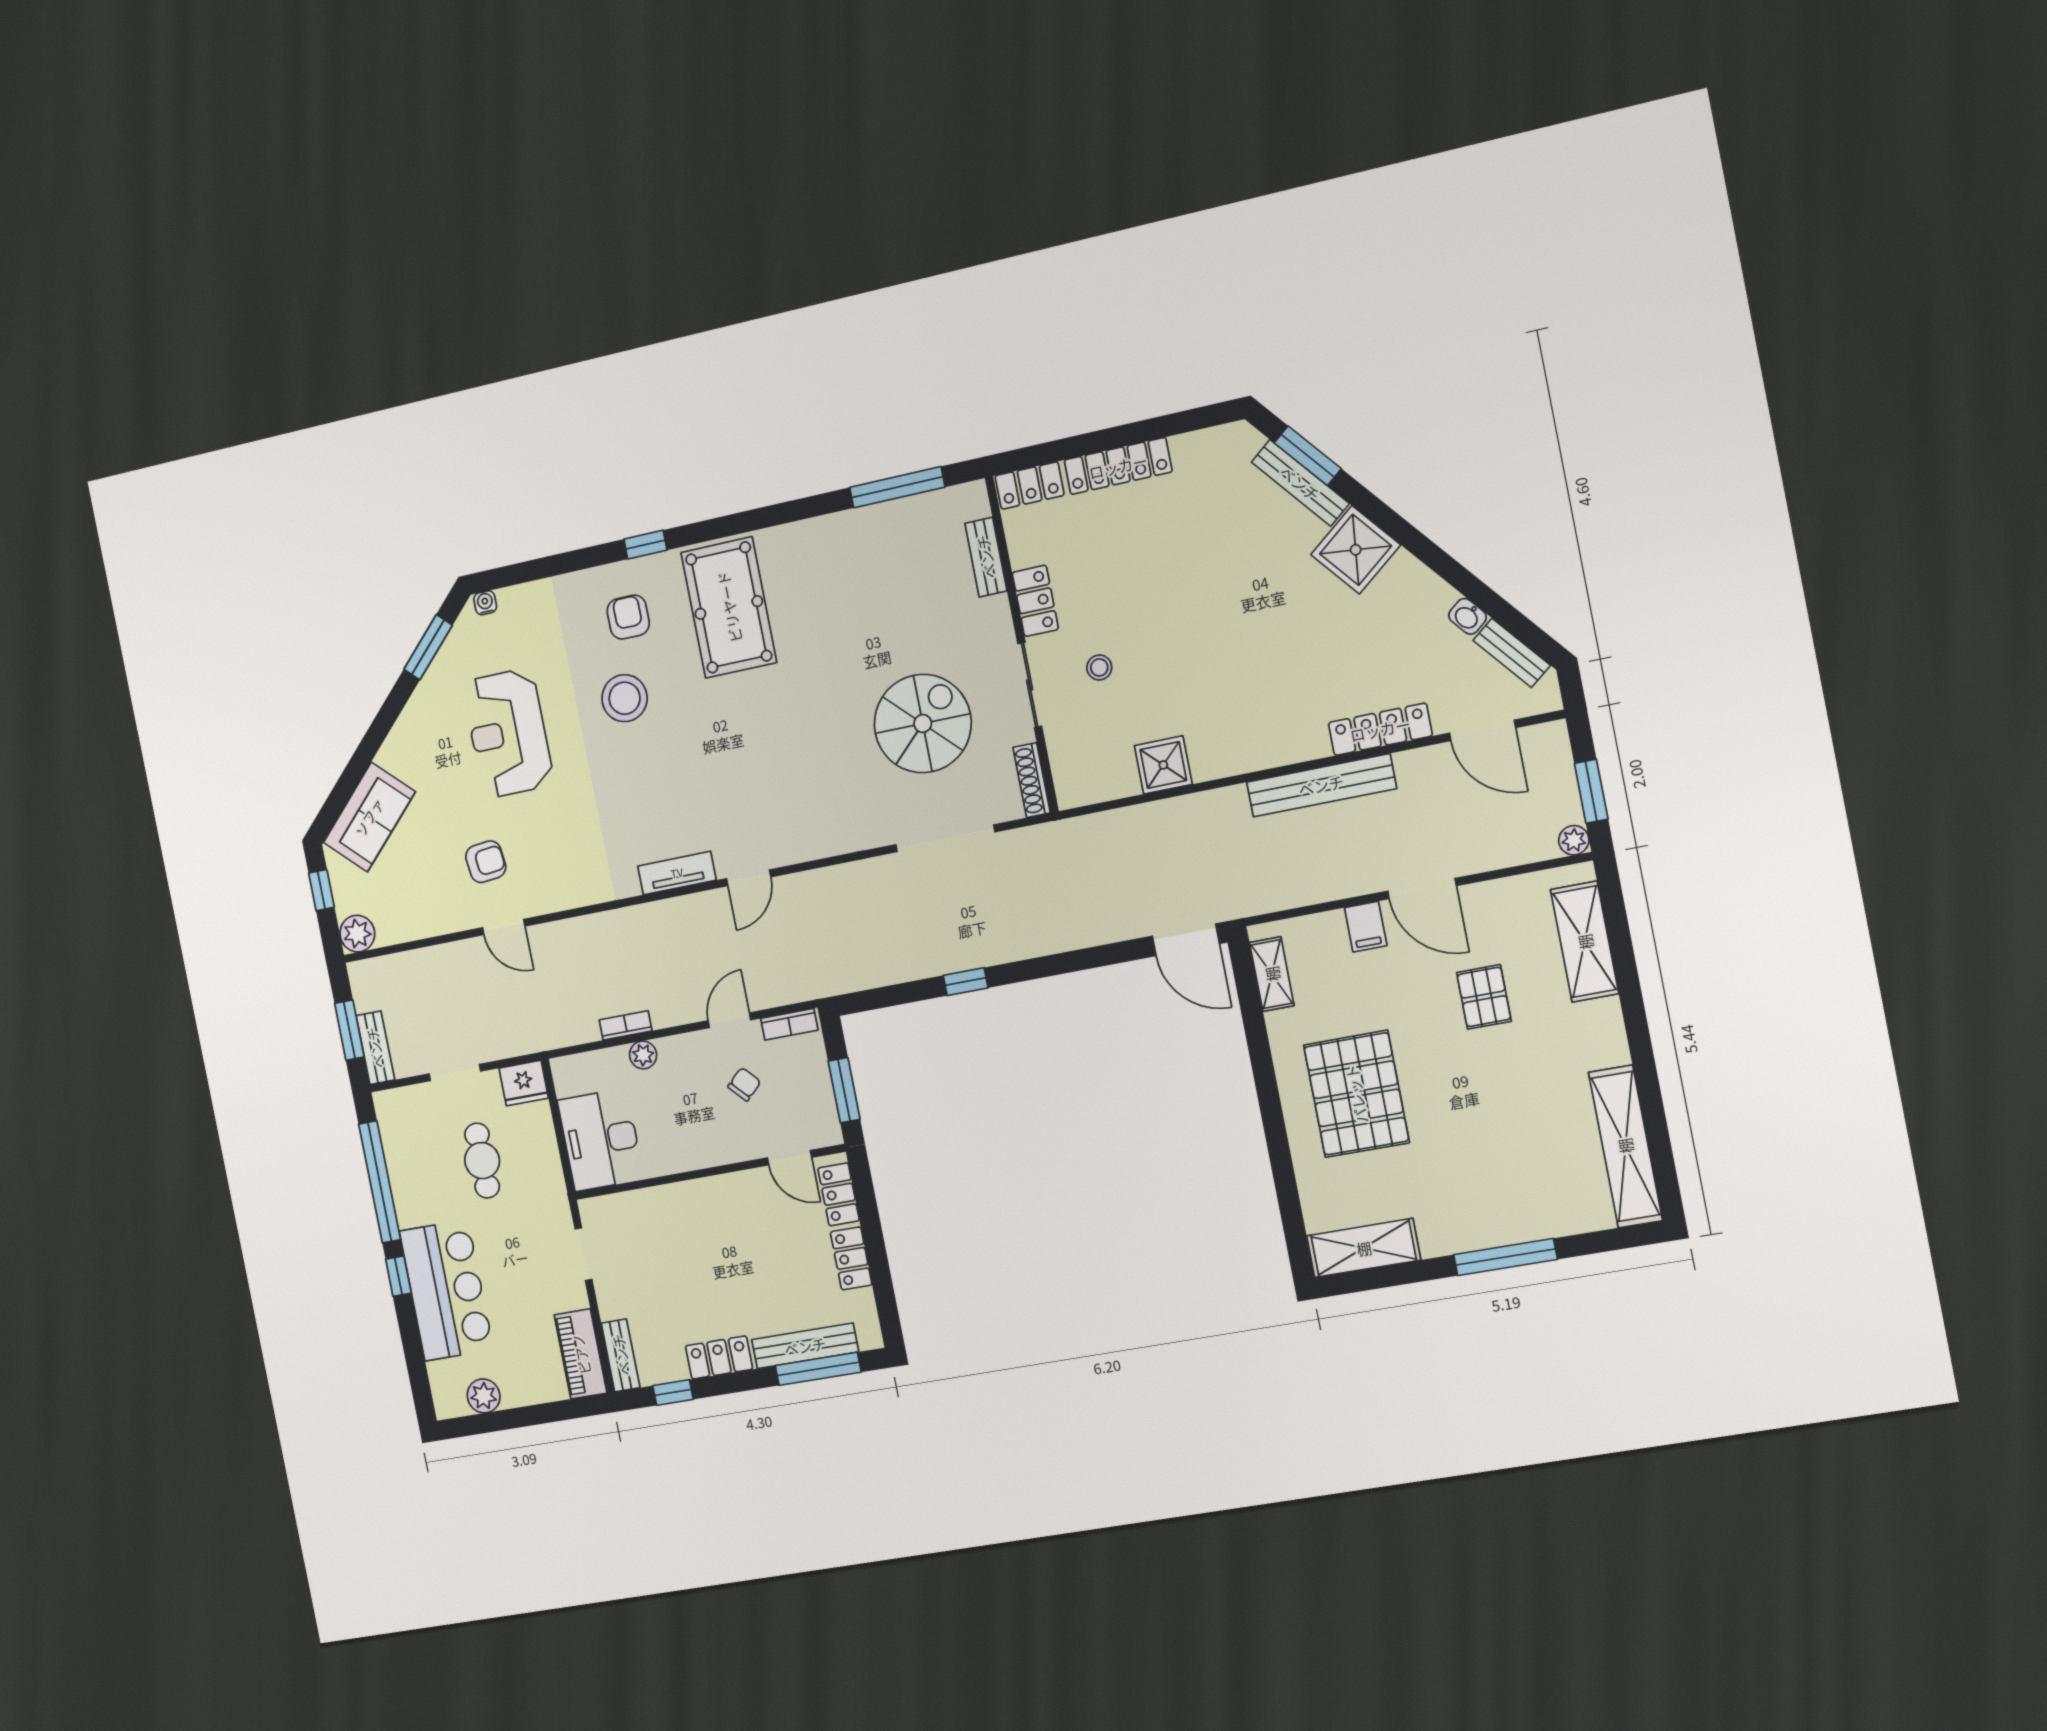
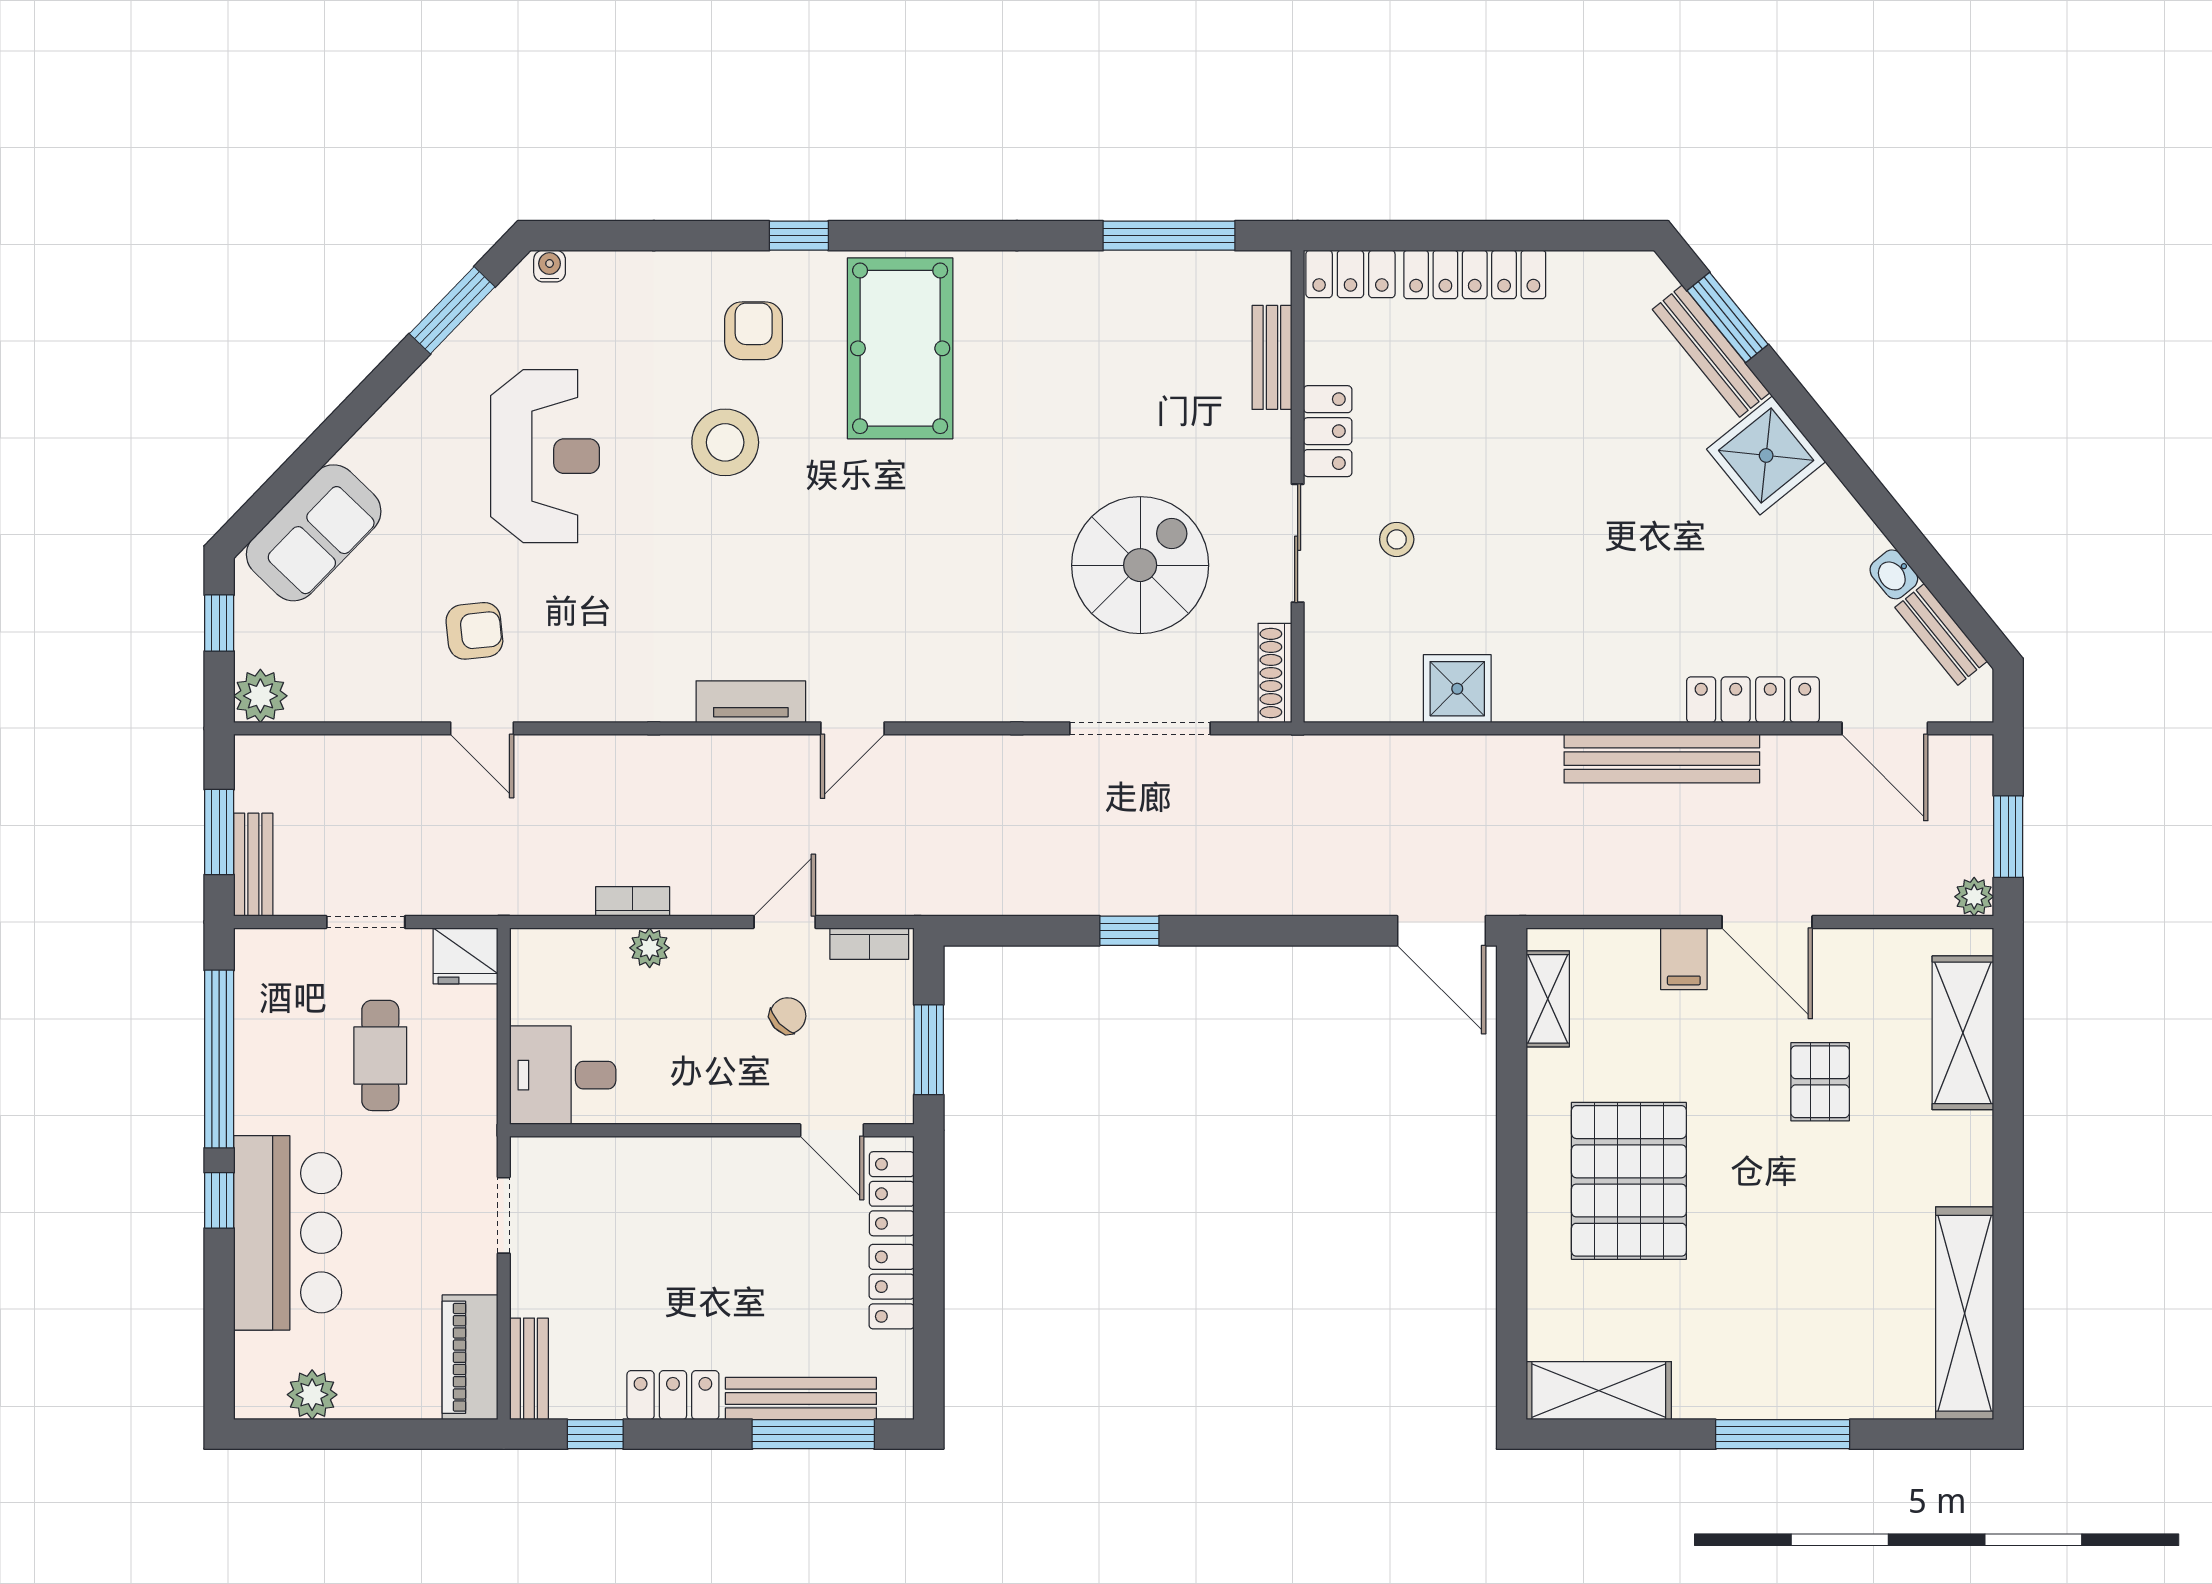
reception desk: (508, 733) -> (545, 456), turned 180
desk: (601, 1140) -> (563, 1075), width x0.73

